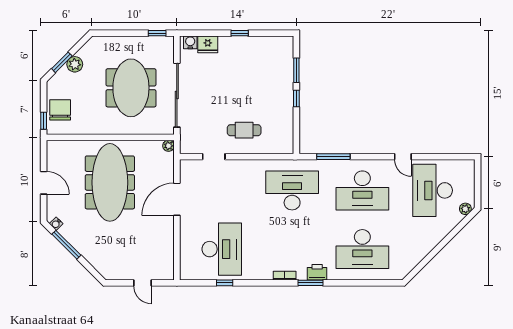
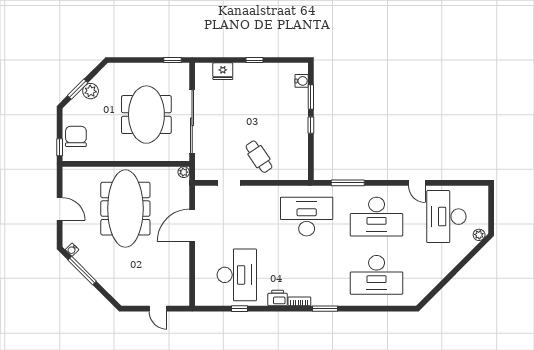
water cooler: (190, 42) -> (302, 81), moved, turned 90
cafe table: (244, 130) -> (259, 157), turned 56
printer: (317, 272) -> (278, 298), moved

